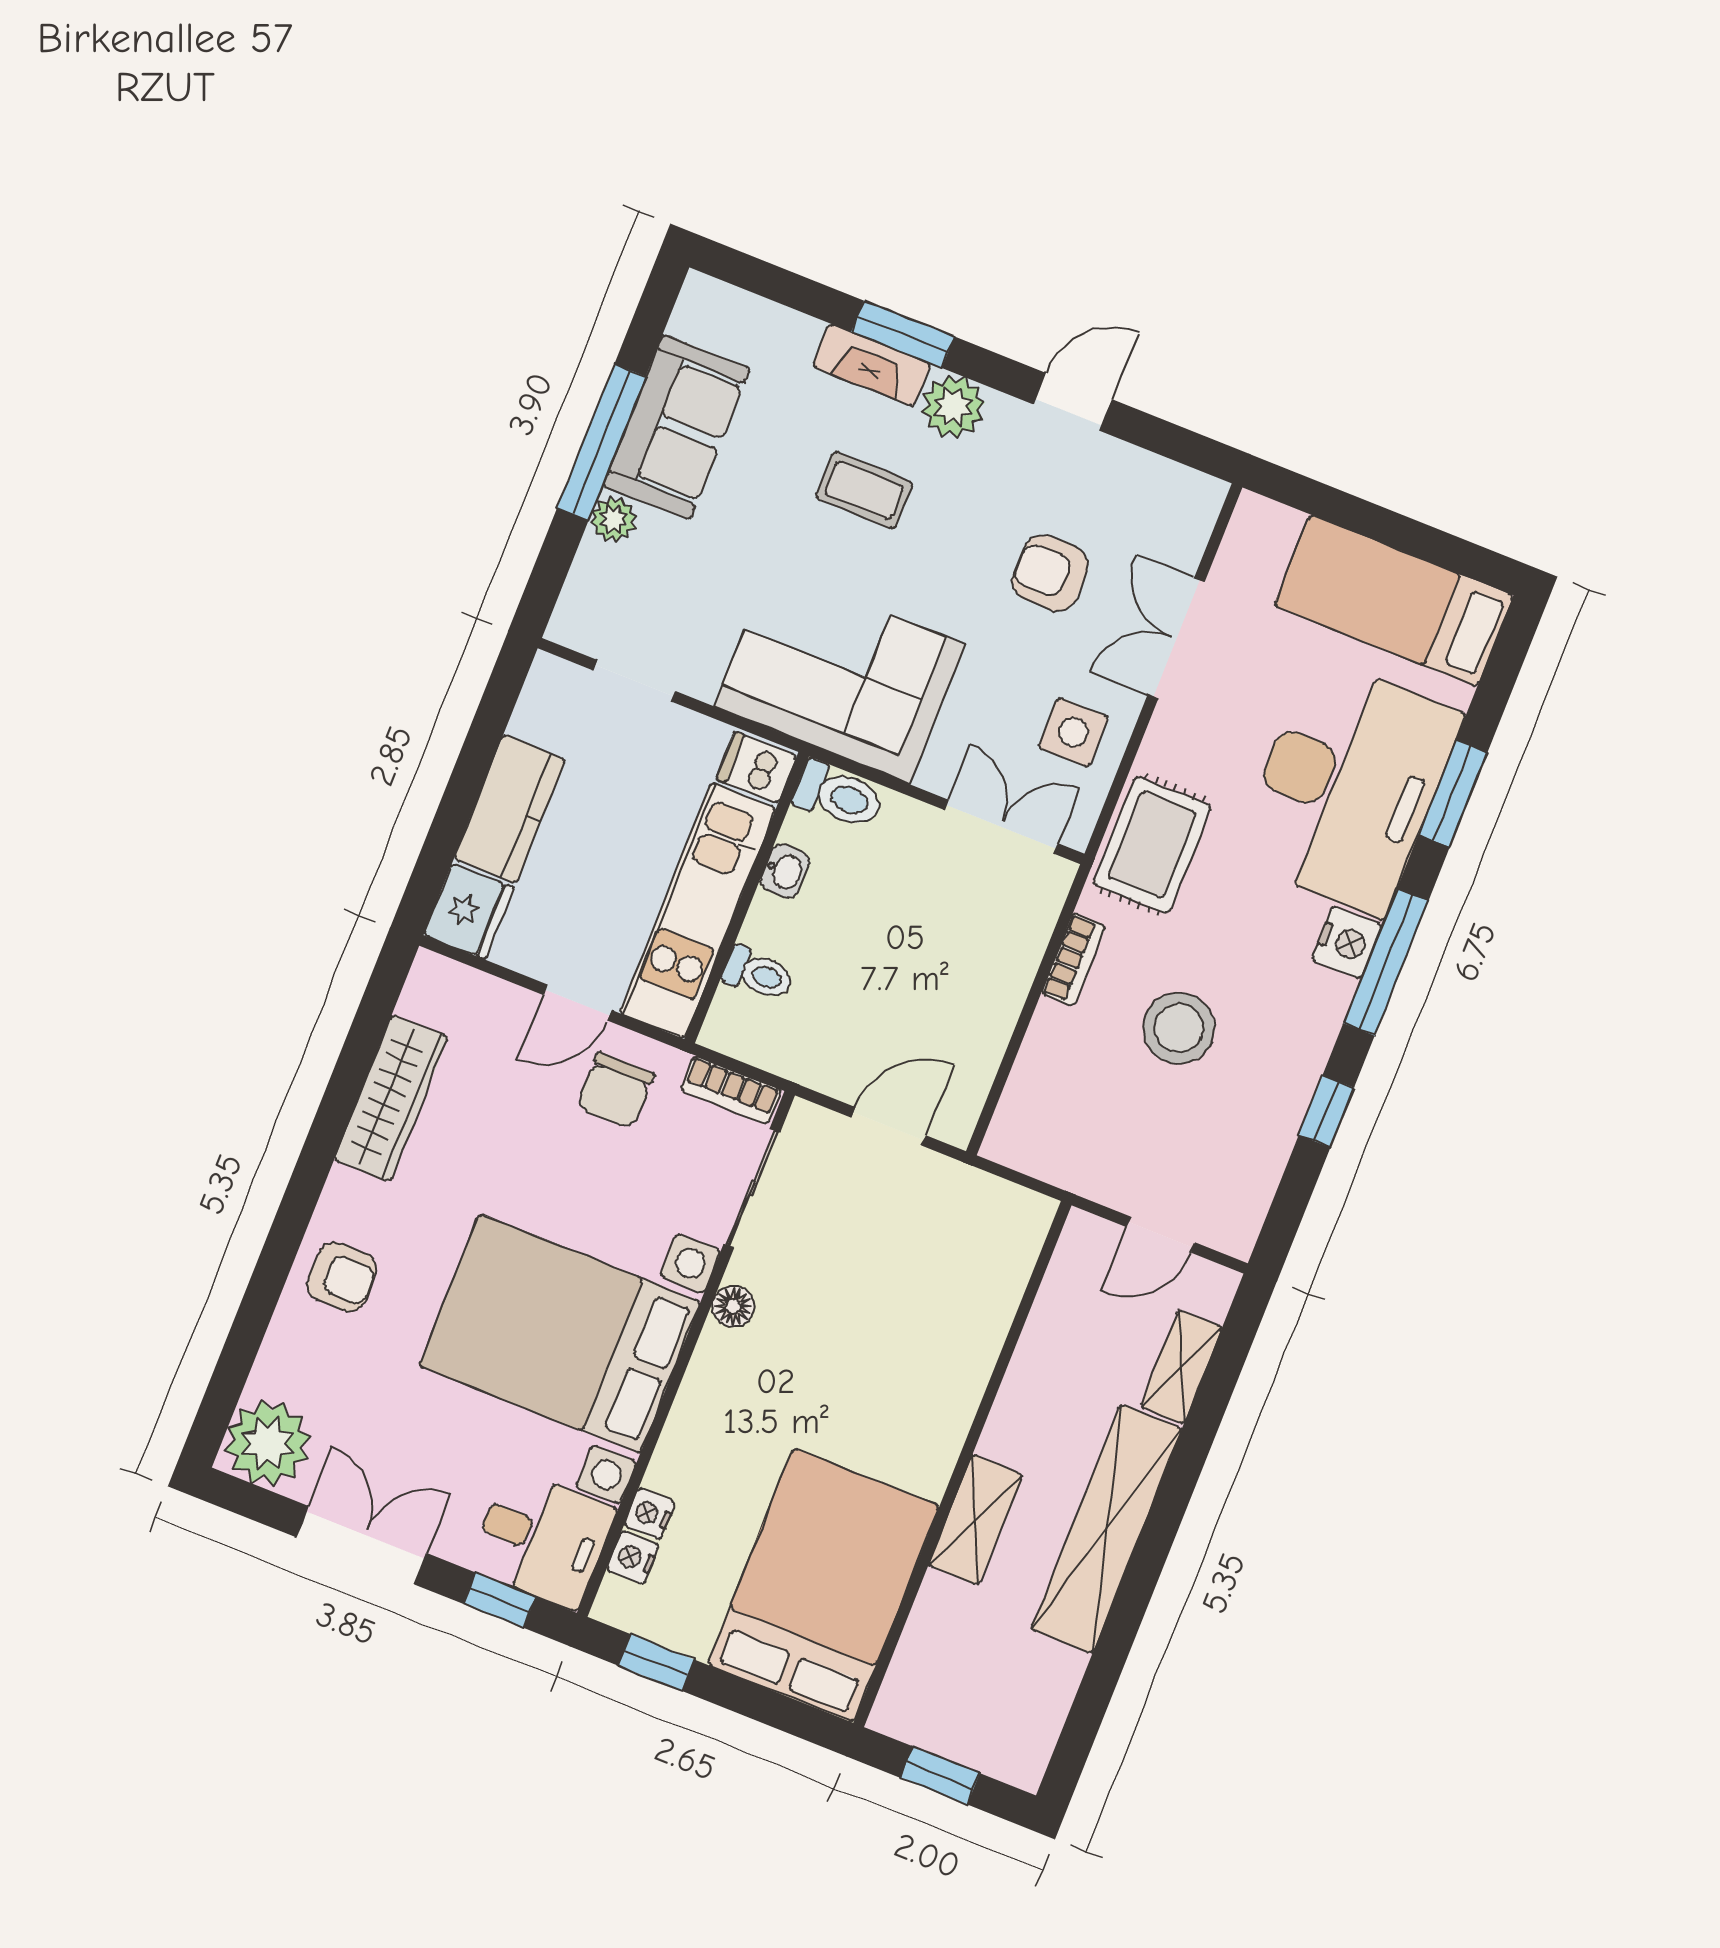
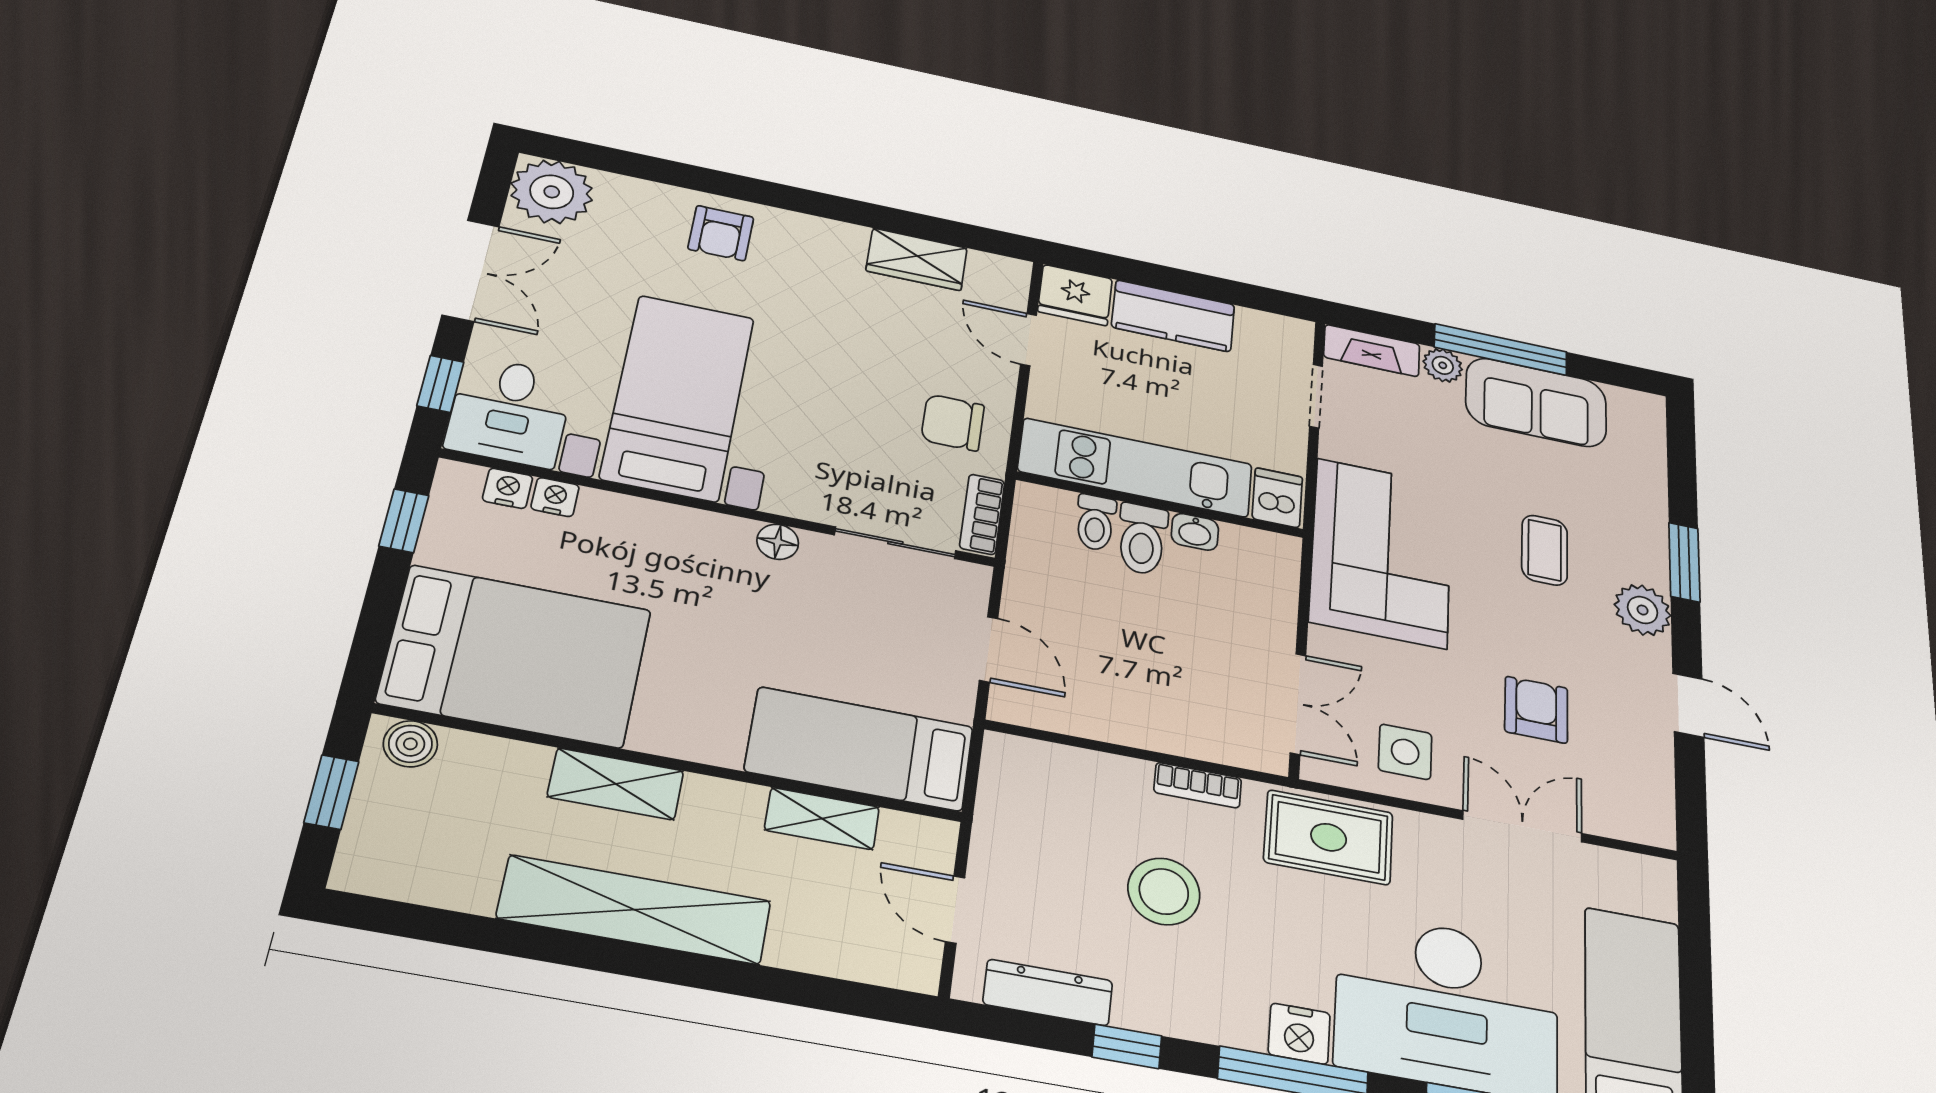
fireplace: (872, 365) -> (1372, 351), moved, turned -90
toilet: (839, 796) -> (1142, 539), moved
door: (577, 1003) -> (1028, 340), moved
wardrobe: (391, 1098) -> (917, 259), width x0.67
dresser: (1260, 1170) -> (1048, 992), added
bed: (977, 1282) -> (860, 749), added
bed with nightstands: (560, 1334) -> (678, 397), width x0.73
shelving: (1181, 1367) -> (822, 819), moved
boiler: (902, 1698) -> (410, 744), added

